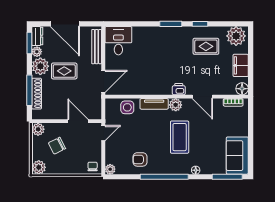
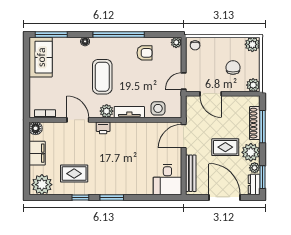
chair: (57, 146) -> (233, 67), turned -63

